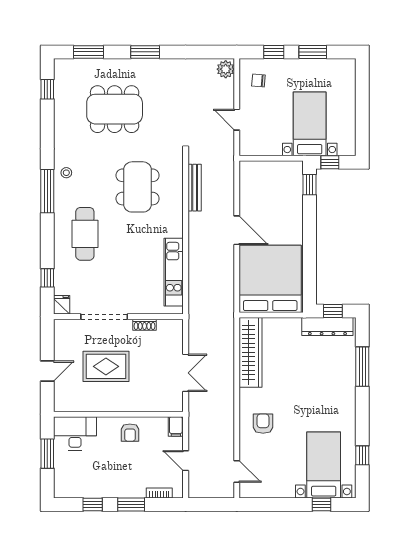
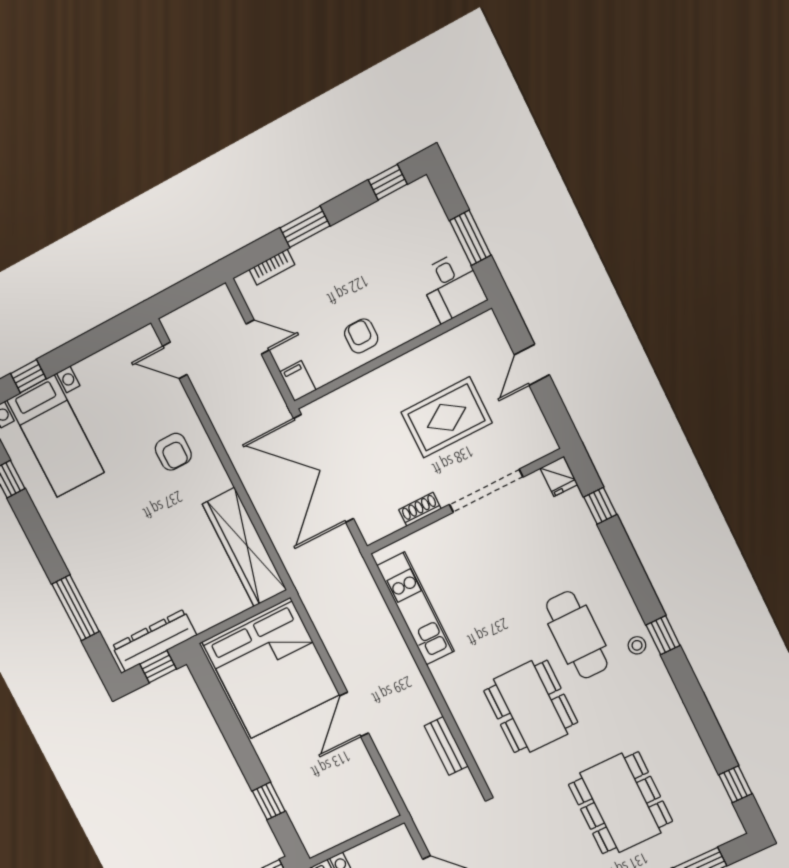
dining table: (115, 109) -> (620, 803), turned 90
stool: (66, 173) -> (637, 645), moved
window: (310, 185) -> (269, 801), moved
bench: (195, 188) -> (446, 746), width x0.73
window: (47, 191) -> (663, 635), width x0.46
door: (237, 230) -> (354, 714), hinge flipped
cafe table: (85, 234) -> (577, 635), moved
double door: (186, 373) -> (324, 469), width x1.87
desk: (75, 433) -> (452, 287), width x0.73
window: (93, 505) -> (388, 182), moved

